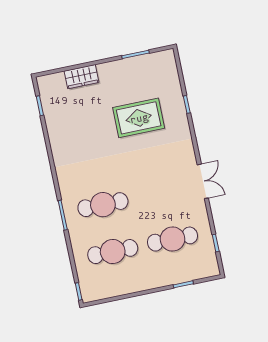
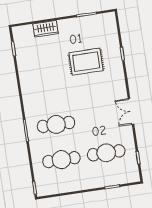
double door: (203, 181) -> (131, 111), swing flipped

